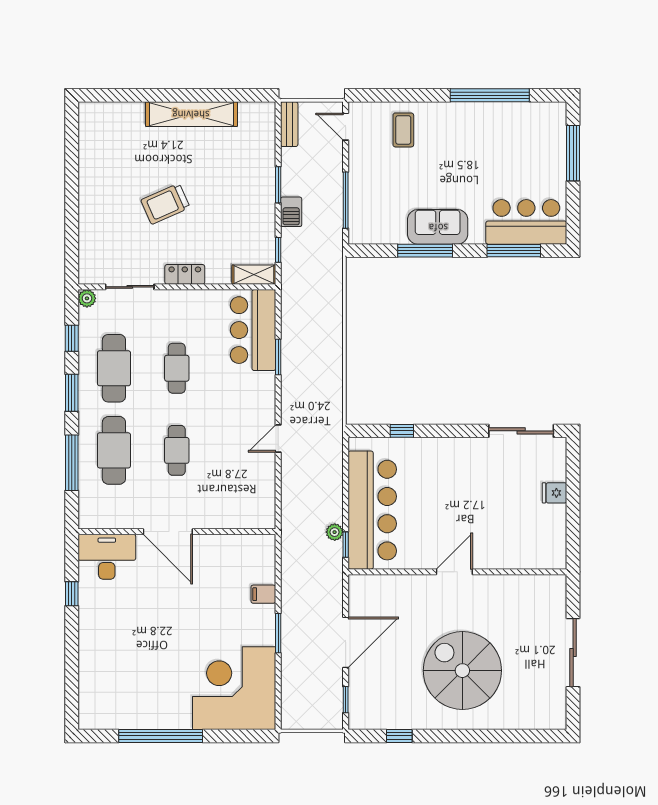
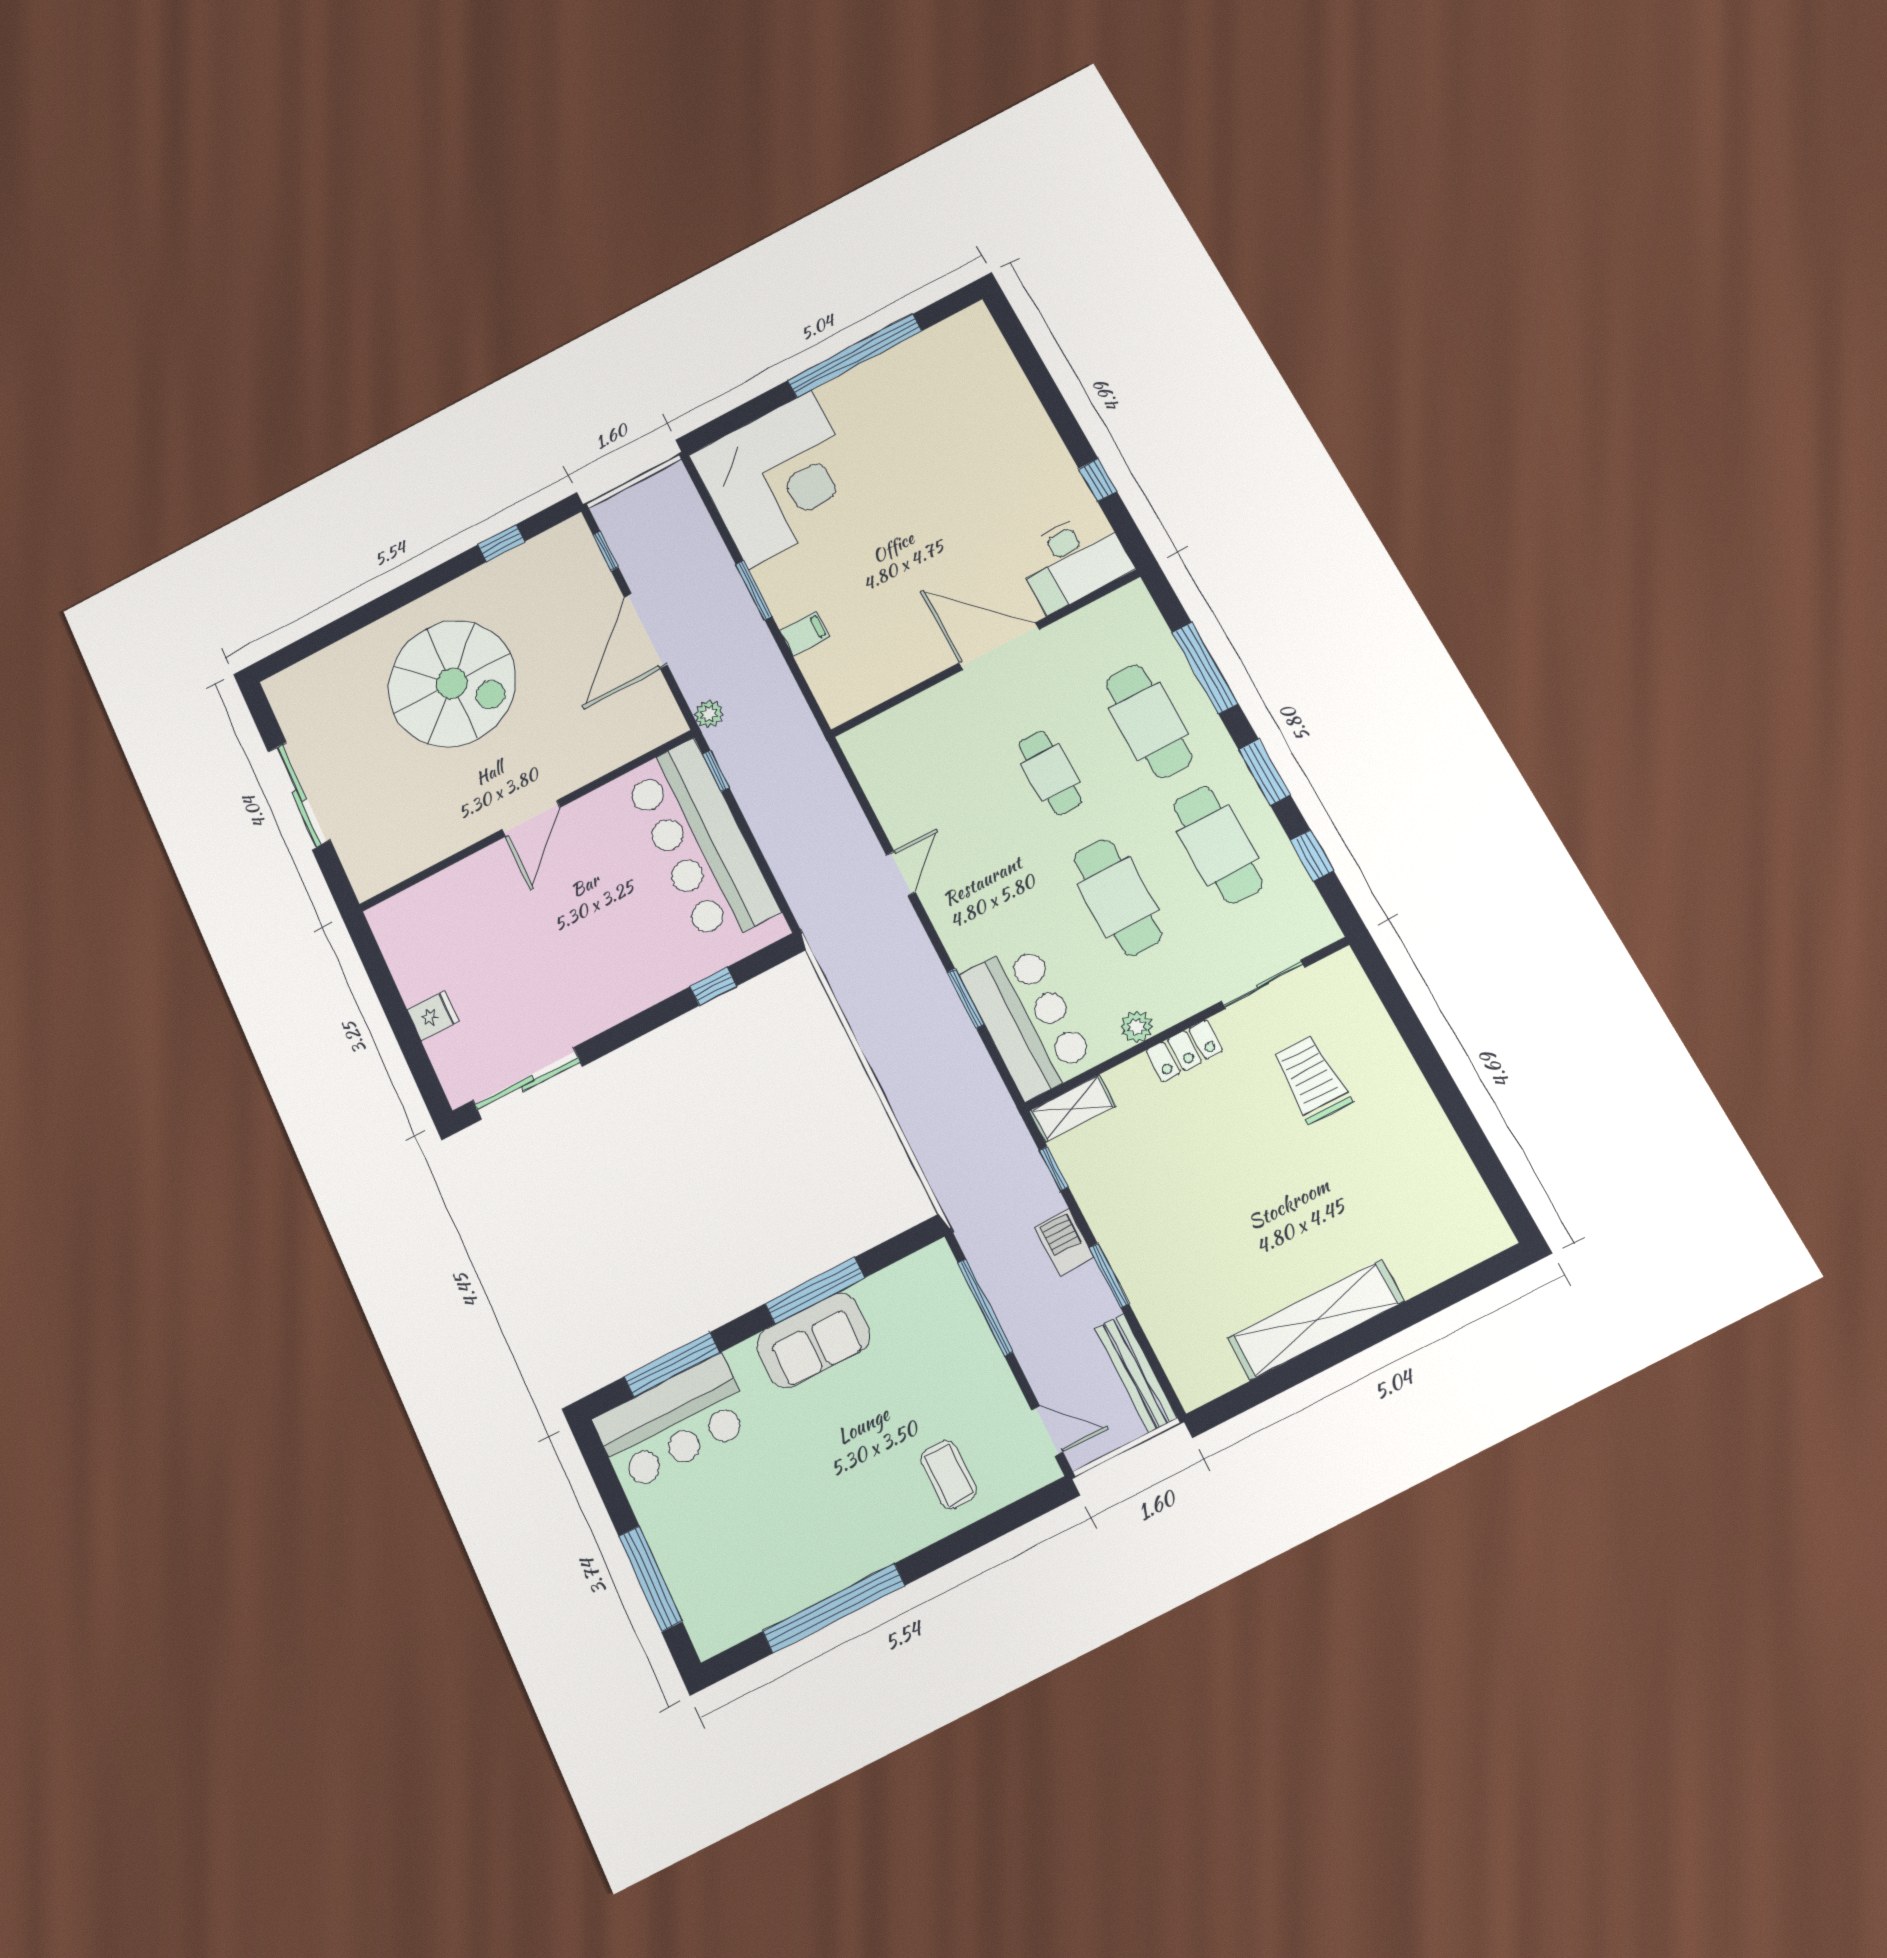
bench: (289, 124) -> (1136, 1373), width x1.36
trolley: (165, 204) -> (1312, 1079), moved, turned -66
plant: (87, 298) -> (1137, 1027), moved
cafe table: (177, 368) -> (1118, 897), width x1.37, depth x1.35
plant: (335, 532) -> (709, 714), moved

